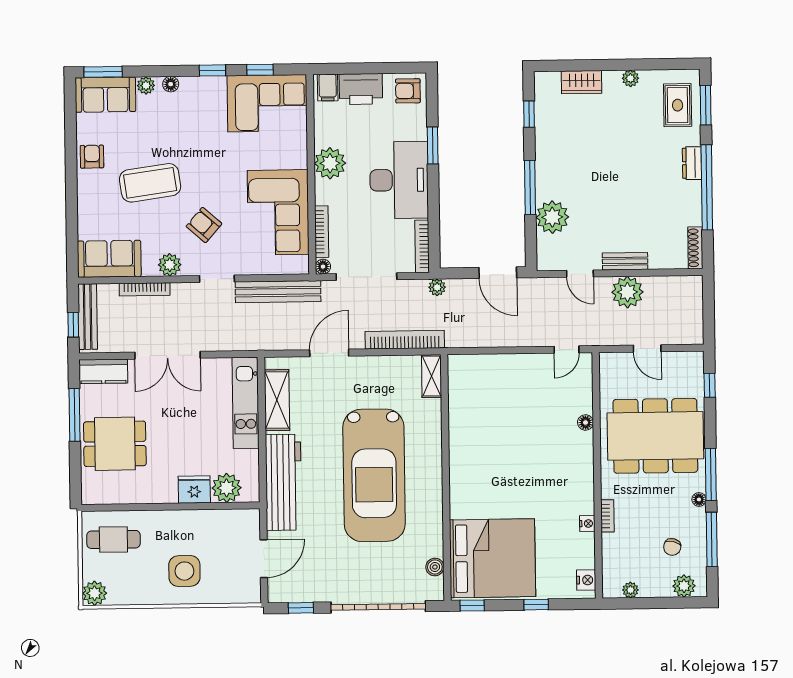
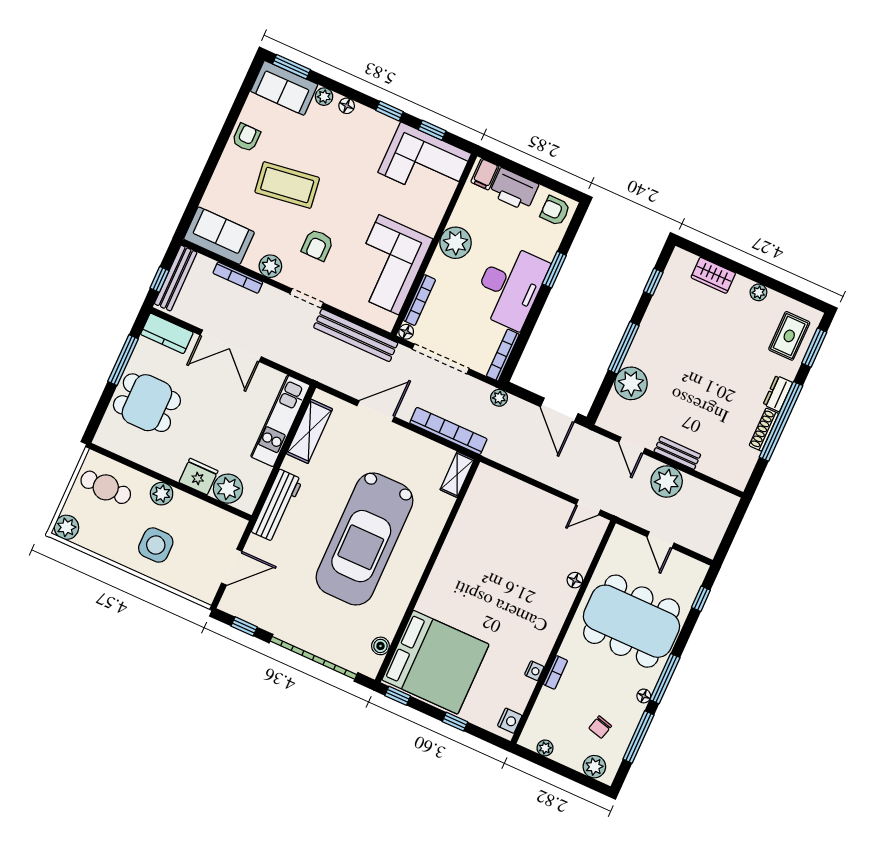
armchair: (204, 225) -> (318, 245), turned -131
shoe rack: (695, 248) -> (764, 430), moved
workbench: (283, 482) -> (277, 506), width x0.73, depth x0.76
plant: (168, 521) -> (162, 494), added

